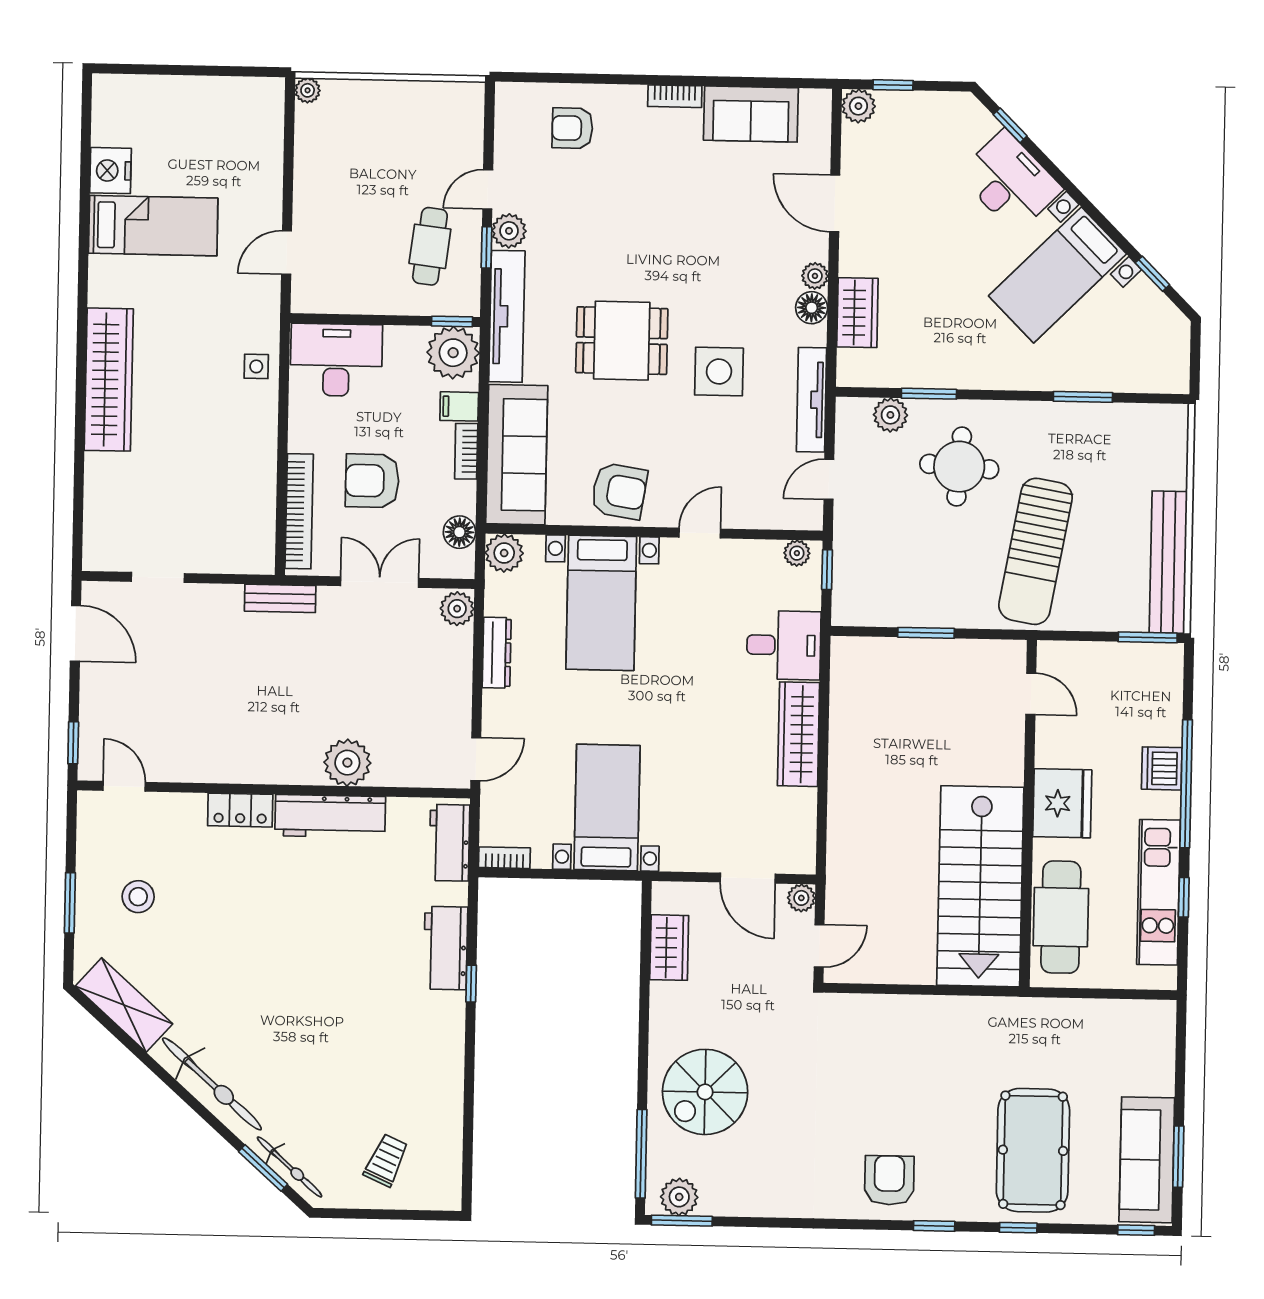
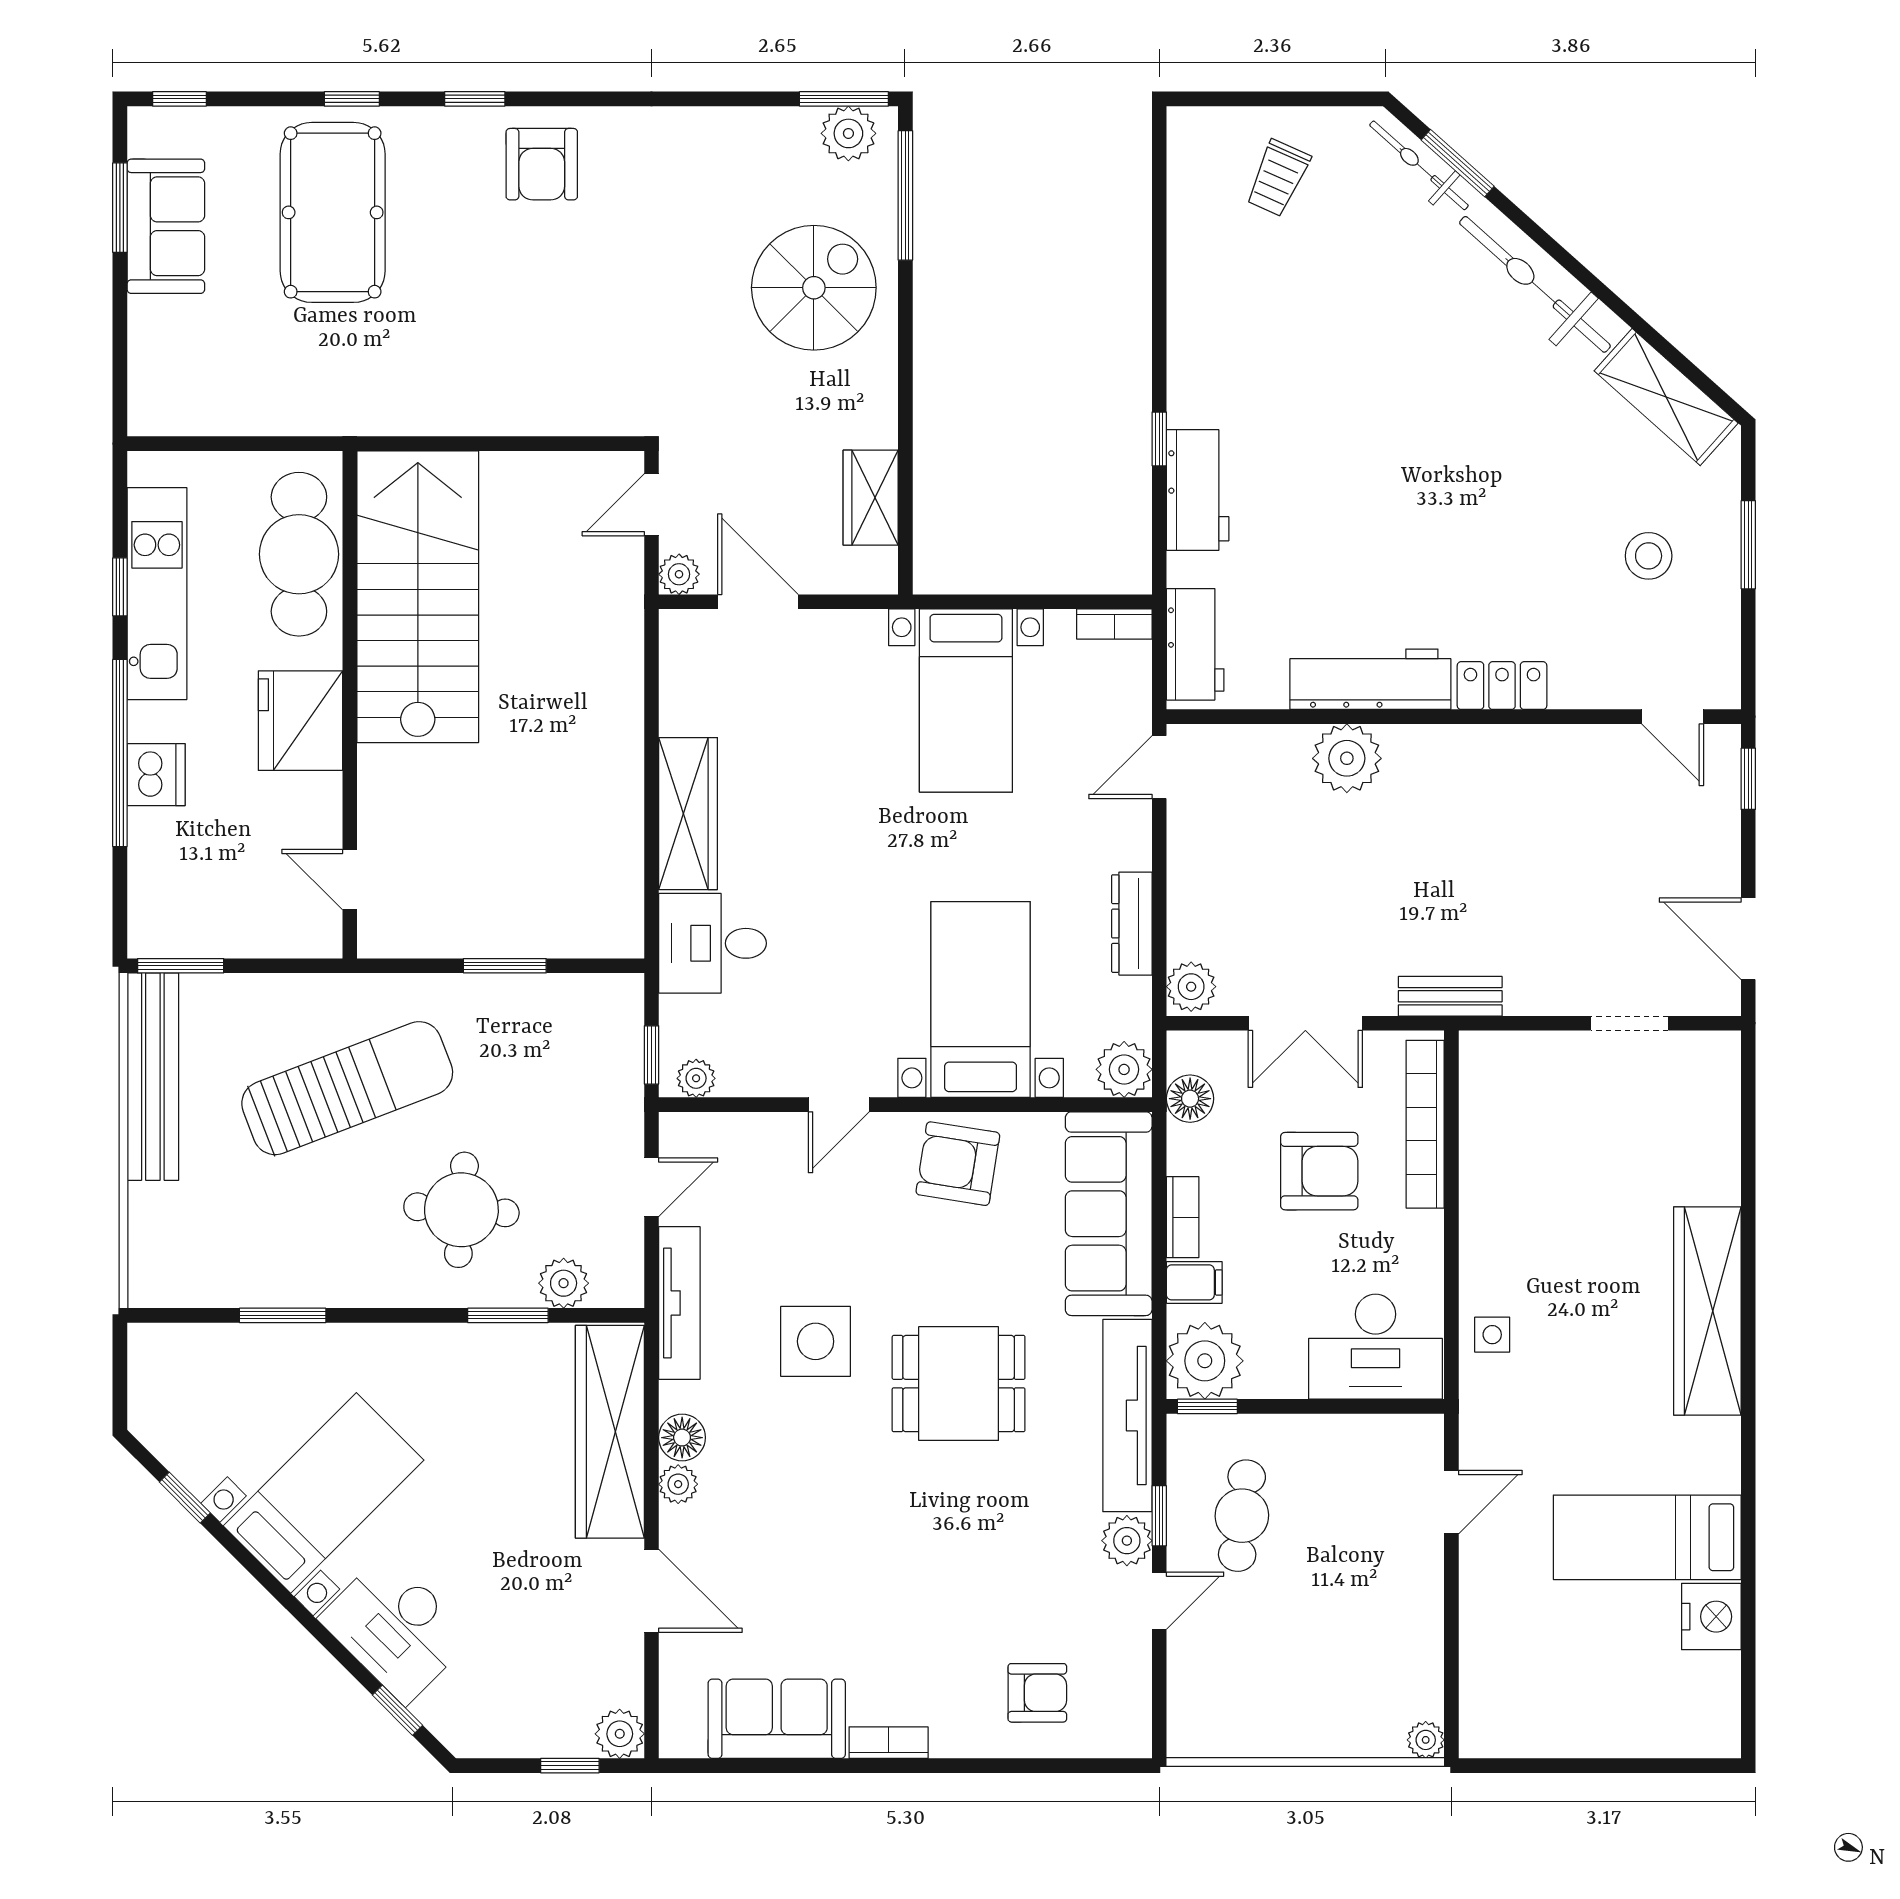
wardrobe: (857, 313) -> (610, 1432), width x2.10, depth x1.17
sun lounger: (1036, 551) -> (347, 1088), turned 59
sofa: (1147, 1160) -> (166, 226), width x0.73

